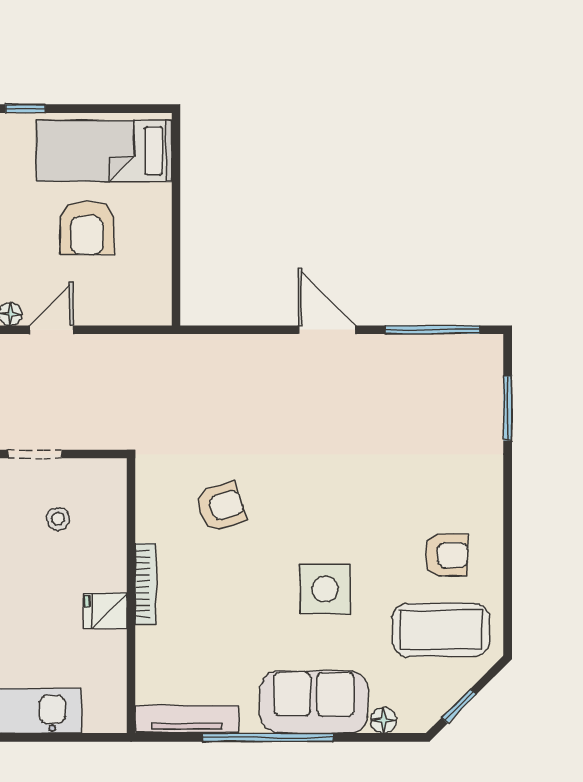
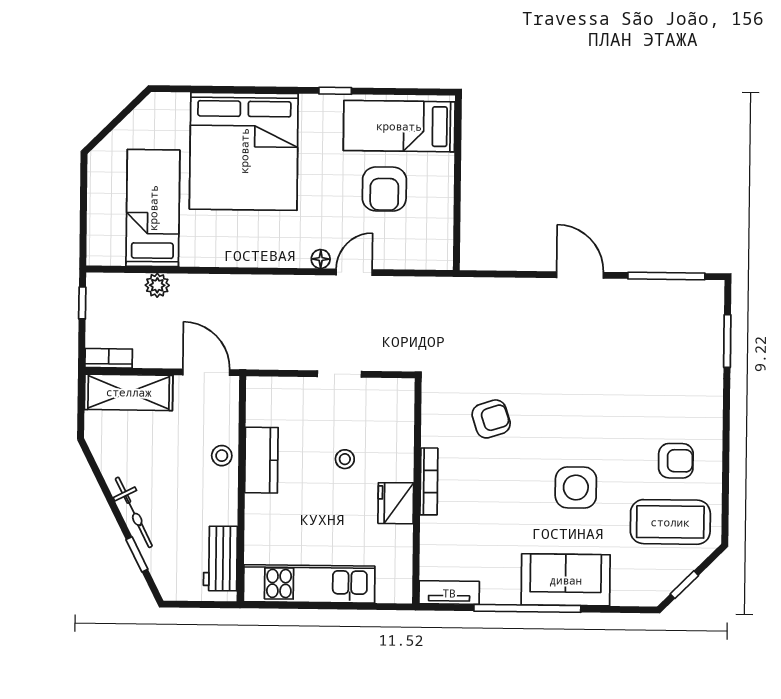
stool: (58, 519) -> (345, 459), moved
fridge: (105, 611) -> (396, 503), width x1.38
tv unit: (187, 719) -> (449, 593), width x0.71
floor lamp: (384, 720) -> (622, 596), removed

